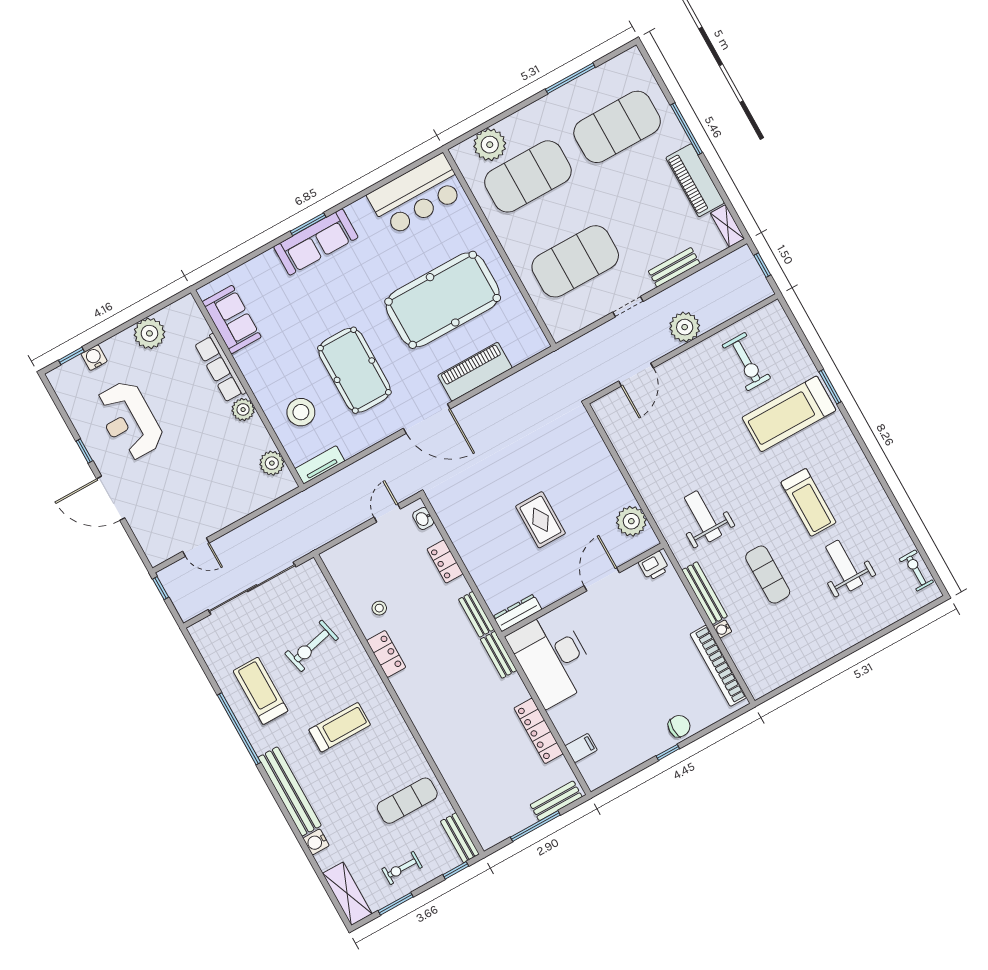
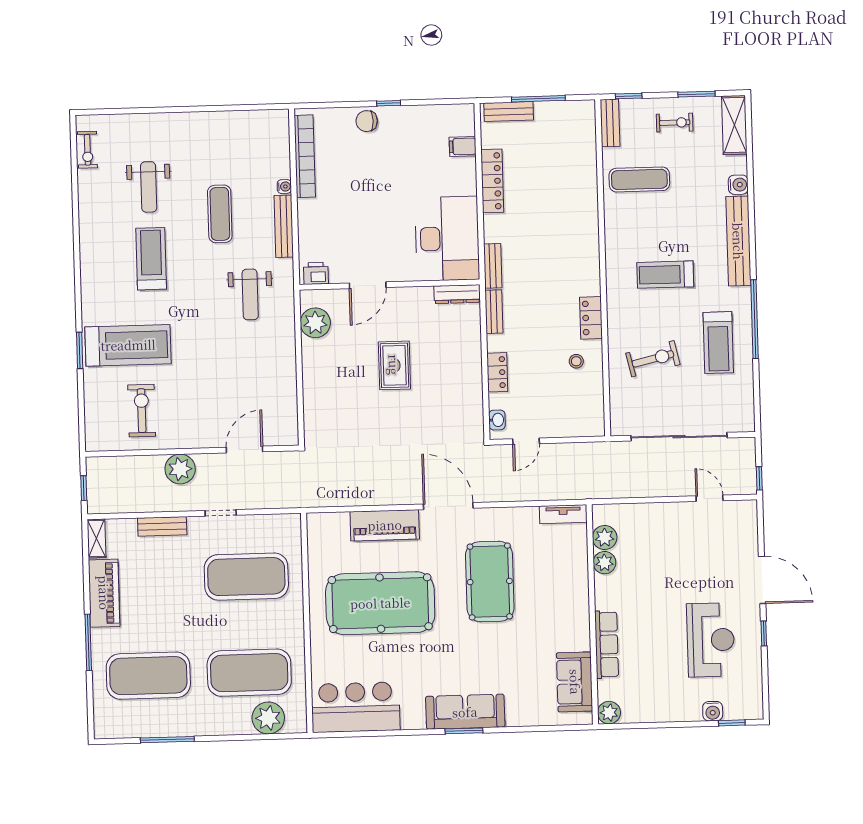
plant: (149, 333) -> (609, 713), moved, width x0.73, depth x0.73
plant: (243, 410) -> (604, 563), moved
stool: (301, 412) -> (556, 569), removed

